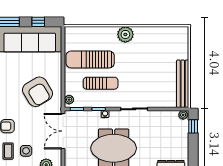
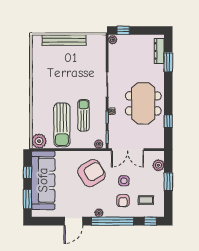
plant: (125, 34) -> (39, 141), moved
bench: (183, 84) -> (64, 40), moved
side table: (26, 151) -> (124, 181), moved

